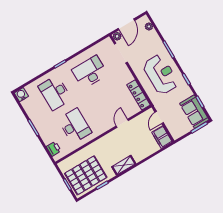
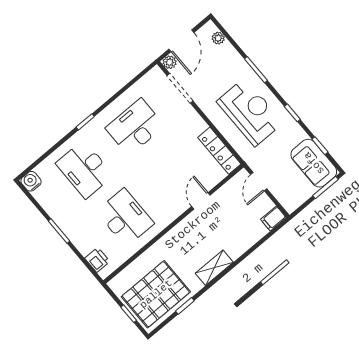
filing cabinet: (162, 137) -> (273, 218), width x0.50

